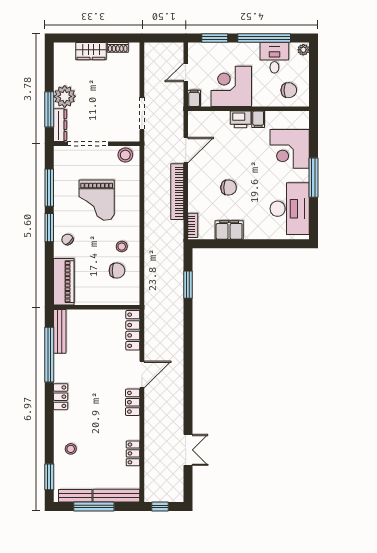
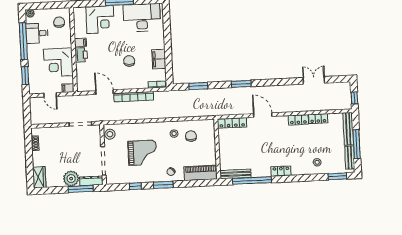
wardrobe: (91, 51) -> (39, 177), moved
window: (49, 188) -> (135, 186), width x0.46
window: (188, 346) -> (241, 84), added
locker: (133, 402) -> (298, 120), moved

